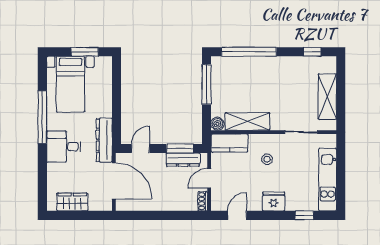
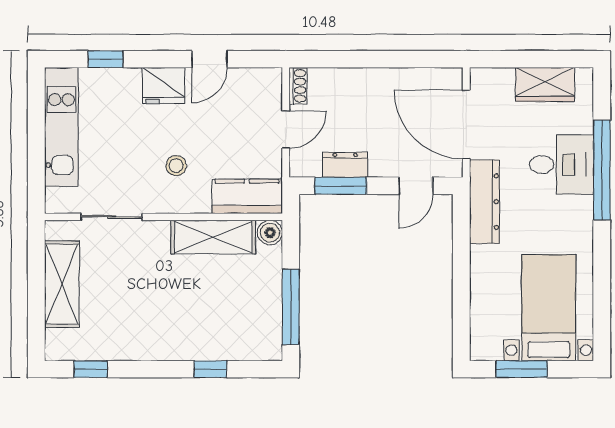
window: (249, 52) -> (211, 369), width x0.32
window: (42, 117) -> (602, 170), moved
desk: (64, 147) -> (561, 165), moved
dresser: (183, 160) -> (345, 165), width x0.70
door: (237, 215) -> (209, 59), moved

